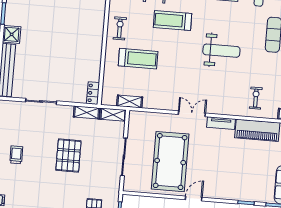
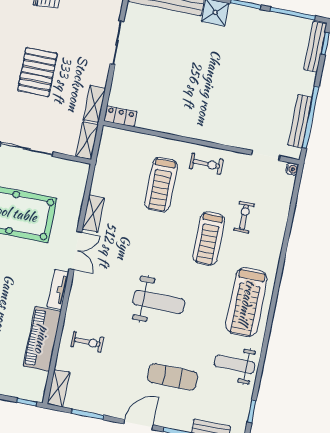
treadmill: (172, 20) -> (209, 239), turned 180
weight bench: (221, 51) -> (159, 302), turned -90
shelving: (130, 102) -> (93, 214), moved
pallet: (68, 156) -> (37, 72), turned 90

